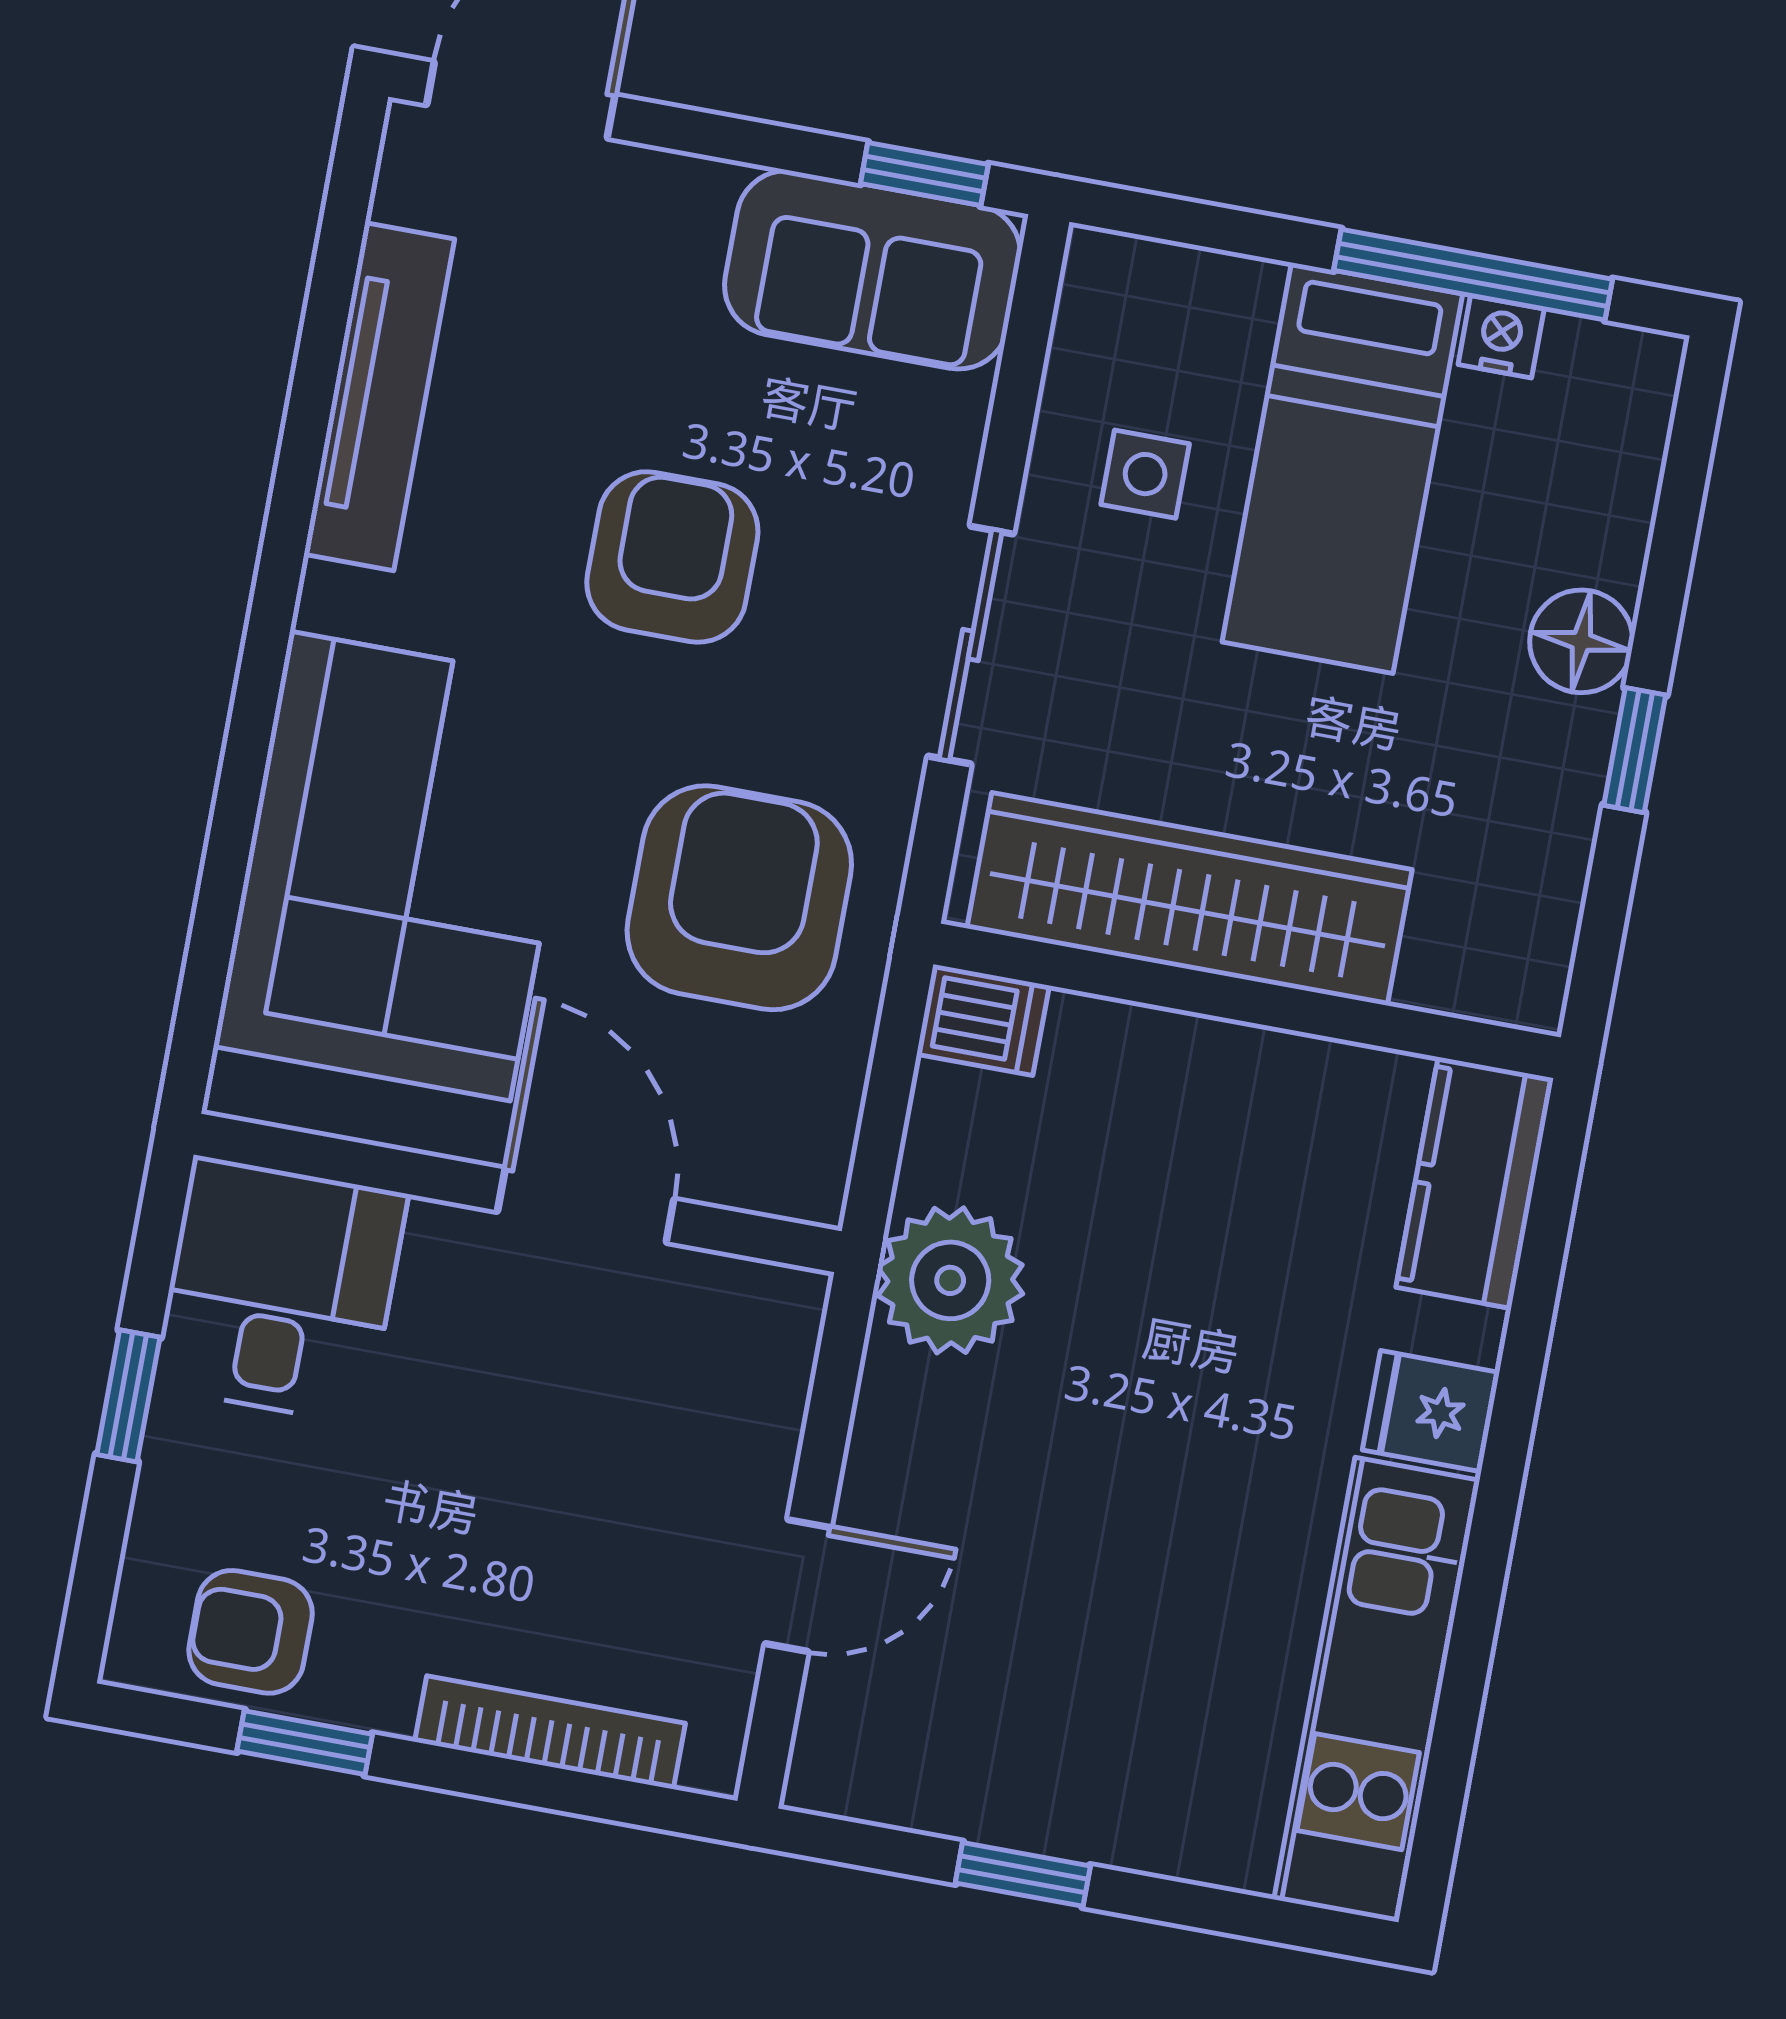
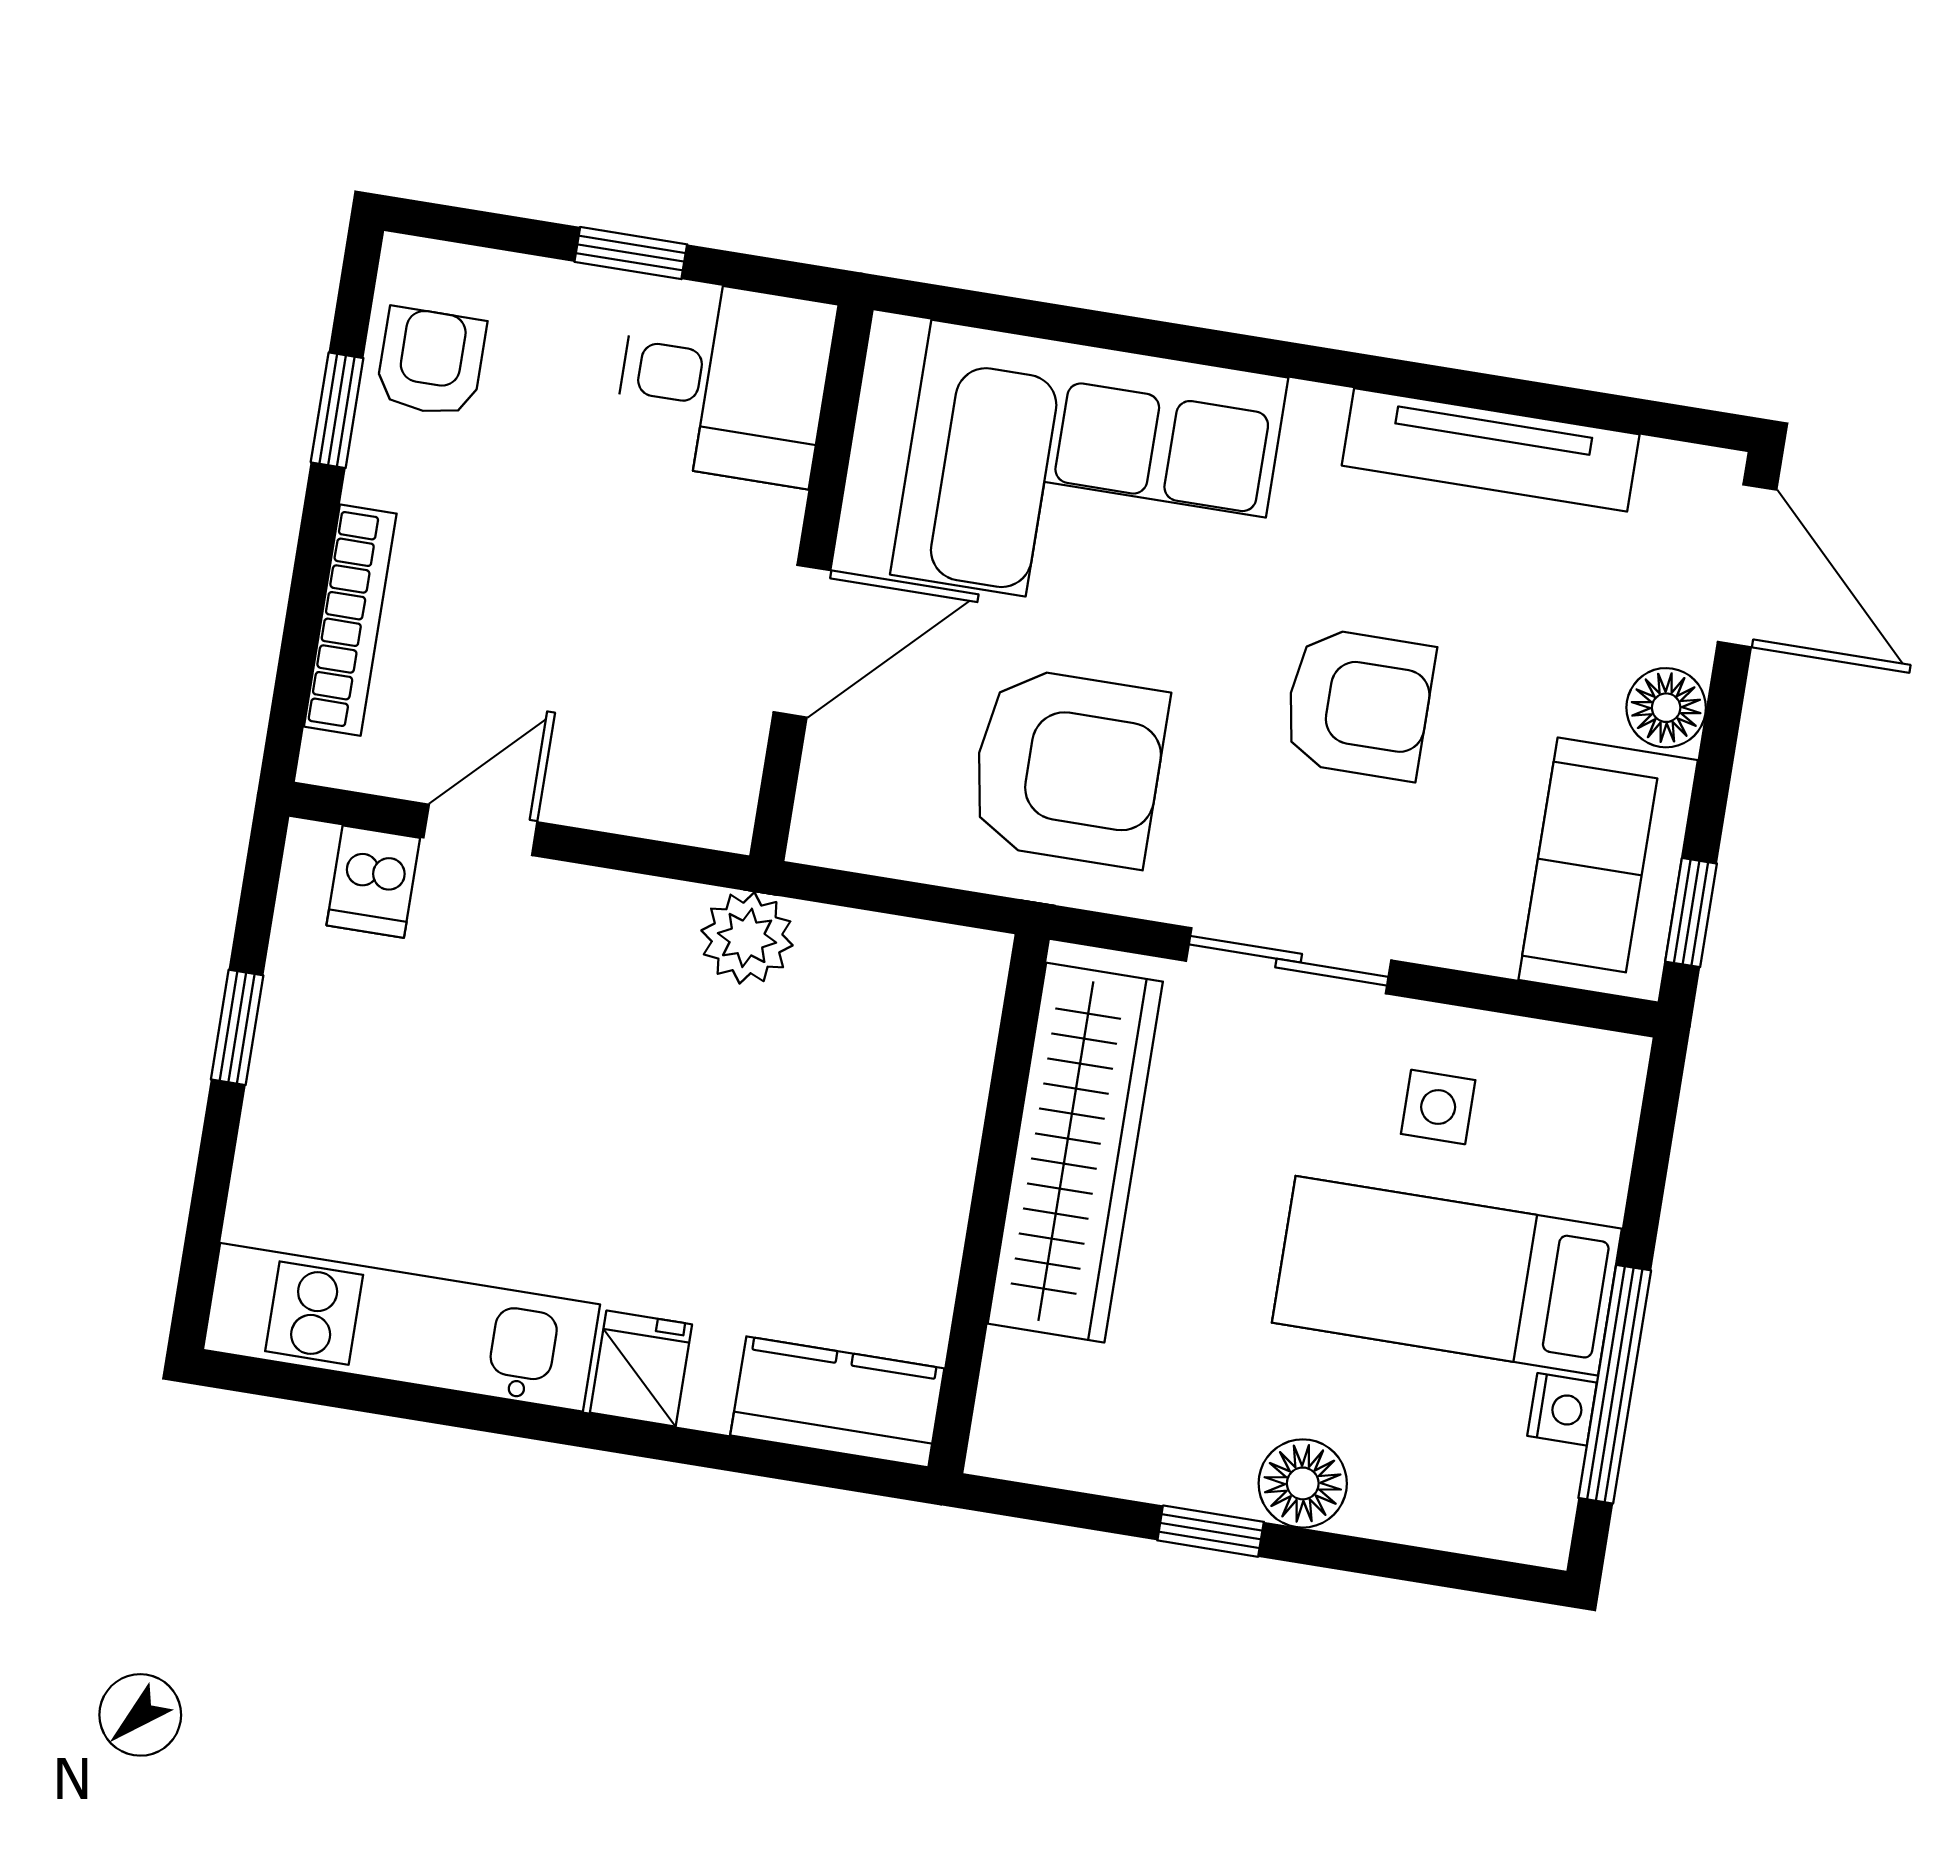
floor lamp: (684, 198) -> (1666, 708), added
dishwasher: (983, 1020) -> (373, 882), moved
plant: (950, 1280) -> (747, 938), width x0.73, depth x0.73
door: (798, 1585) -> (480, 830), swing flipped

